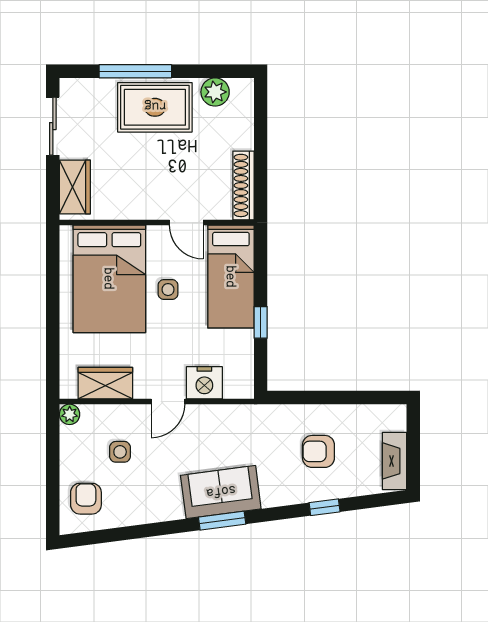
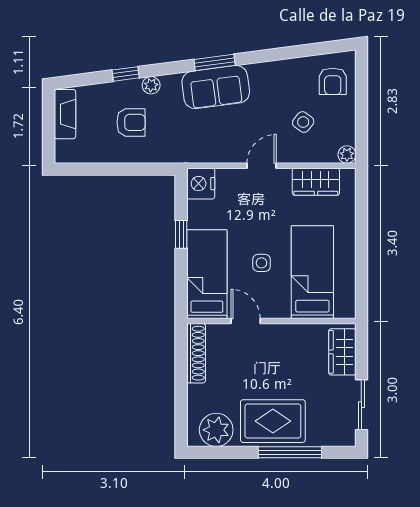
plant: (215, 92) -> (216, 430), width x1.36, depth x1.36
bed: (109, 279) -> (312, 272), width x0.67
nightstand: (204, 383) -> (201, 184), moved, turned -90
side table: (120, 452) -> (303, 122), turned 37
plant: (295, 494) -> (151, 85), added

